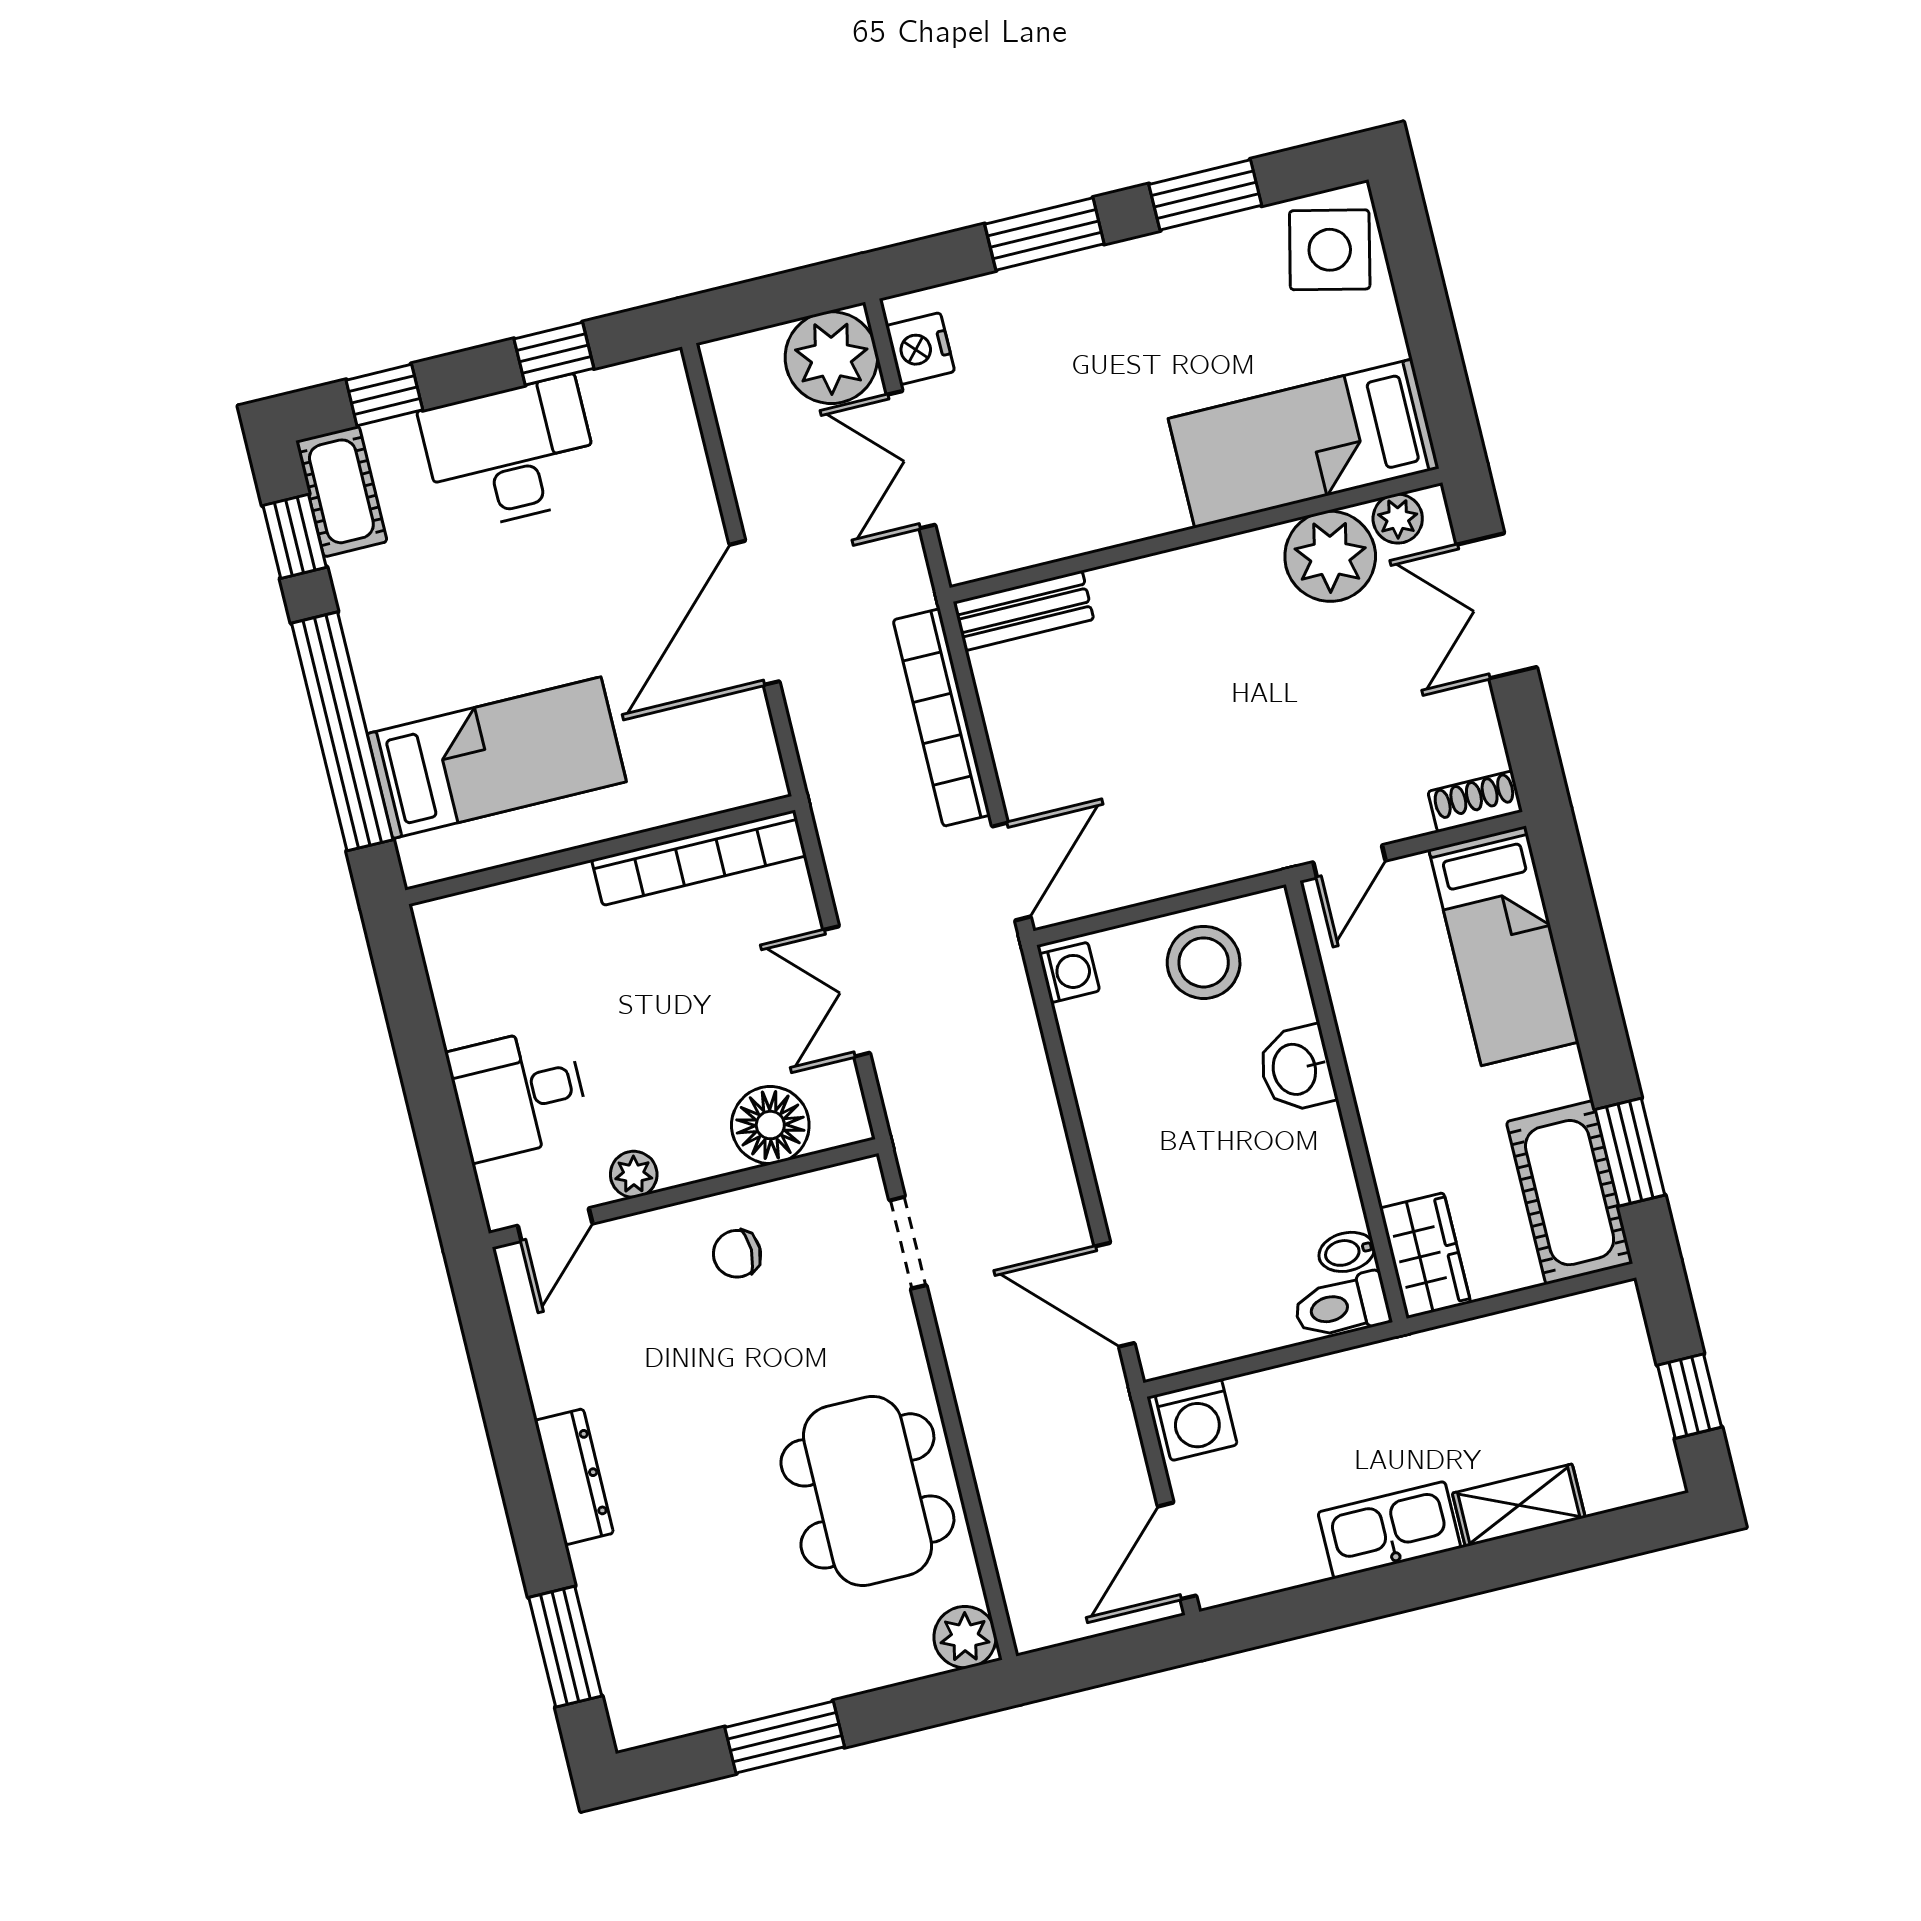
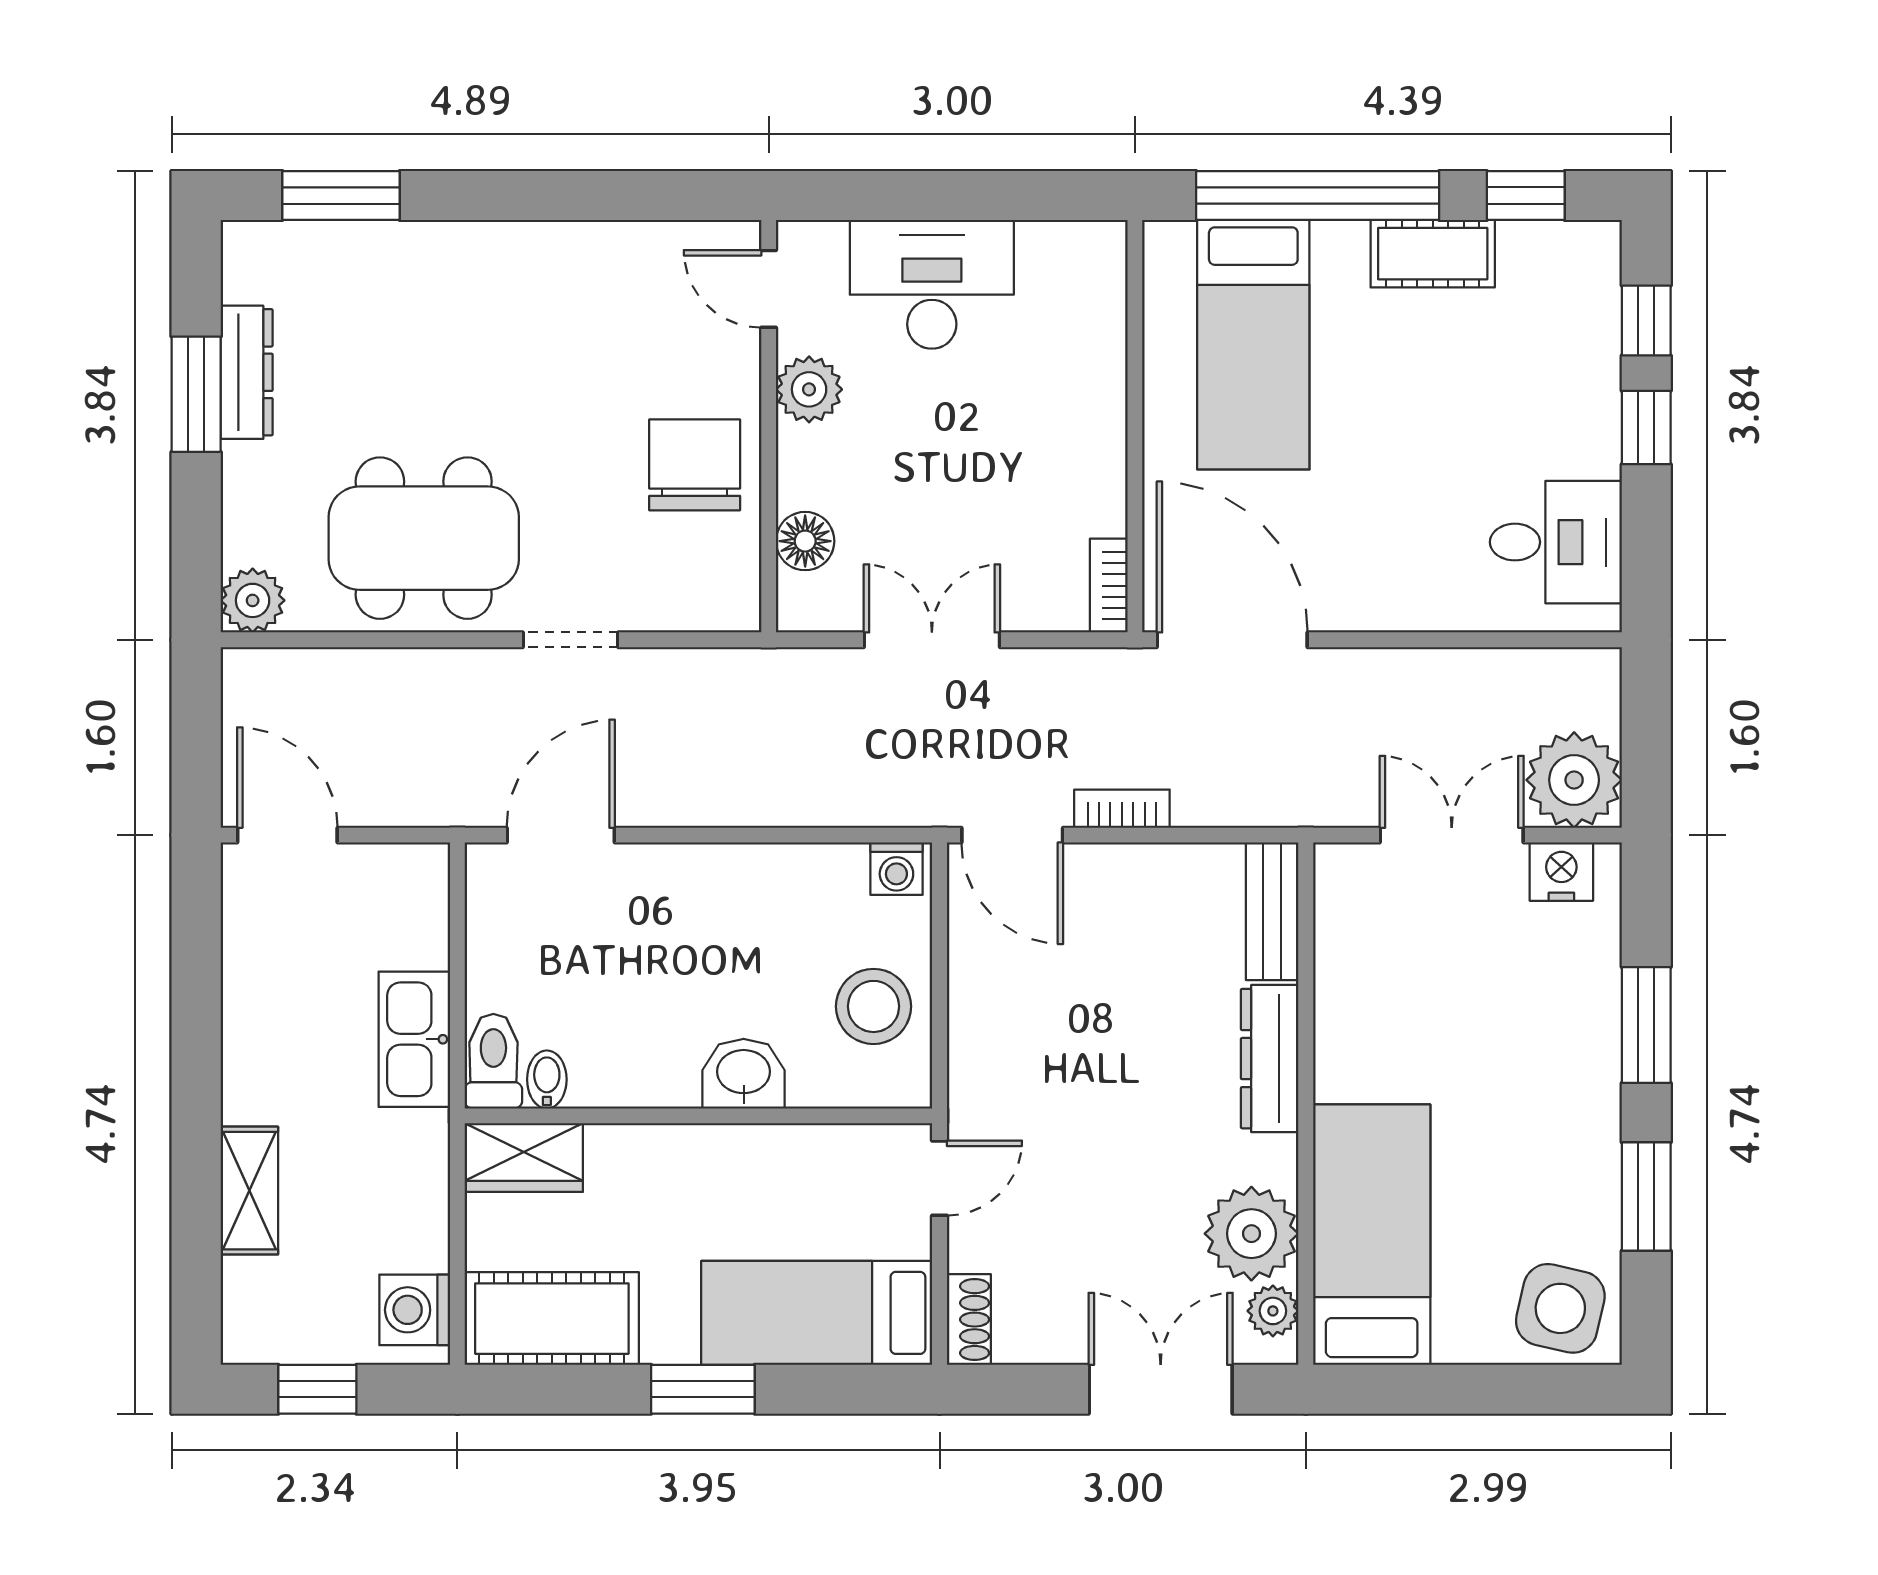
window: (554, 354) -> (1646, 428), moved
desk: (510, 454) -> (1556, 542), moved, width x0.73
cot: (341, 491) -> (1433, 254), moved
dresser: (1162, 579) -> (1270, 1059), added
door: (754, 613) -> (1232, 640), moved
bookcase: (942, 717) -> (1122, 809), width x0.43, depth x0.76
bookcase: (699, 858) -> (1109, 586), width x0.43, depth x0.76
door: (1349, 861) -> (940, 1178), swing flipped
desk: (519, 1094) -> (932, 284), width x1.37
floor lamp: (770, 1125) -> (805, 541), width x0.73, depth x0.73
window: (1630, 1152) -> (703, 1389), moved
plant: (634, 1174) -> (809, 389), width x1.38, depth x1.38
doorway: (908, 1243) -> (570, 640), moved
chair: (737, 1254) -> (695, 465), width x1.87, depth x1.87
washing machine: (1196, 1420) -> (415, 1310), moved
dresser: (574, 1477) -> (247, 372), moved, turned -90
kitchen sink: (1389, 1530) -> (414, 1039), moved, turned 180

